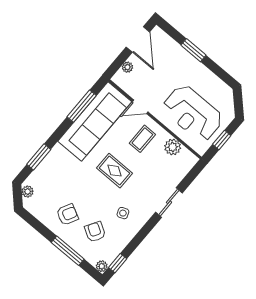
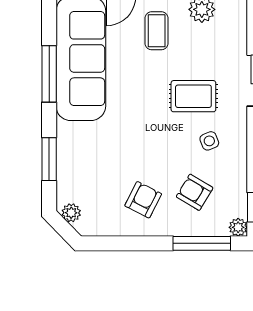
window: (82, 106) -> (49, 74), moved
rug: (115, 171) -> (193, 96), moved
window: (68, 251) -> (202, 243), moved

